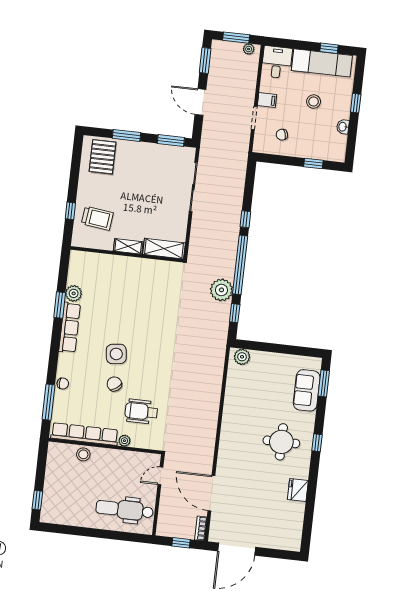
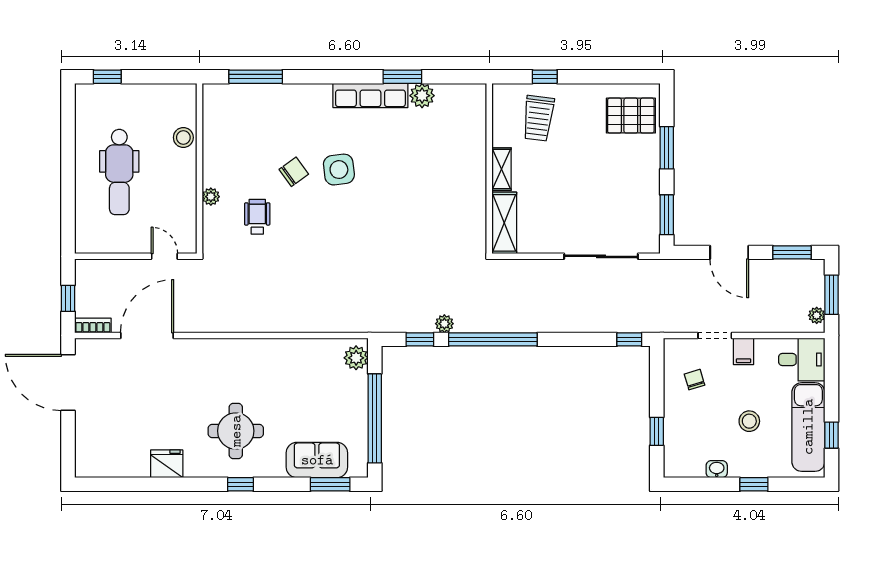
door: (200, 102) -> (729, 252), swing flipped
window: (245, 219) -> (629, 339), moved
plant: (221, 290) -> (444, 324), width x0.53, depth x0.53
window: (283, 349) -> (375, 418), added
chair: (63, 383) -> (286, 95), removed
wheelchair: (141, 412) -> (257, 217), width x0.73, depth x0.73
row of seats: (85, 434) -> (214, 136), removed
dental chair: (125, 510) -> (119, 172), moved, turned 180

